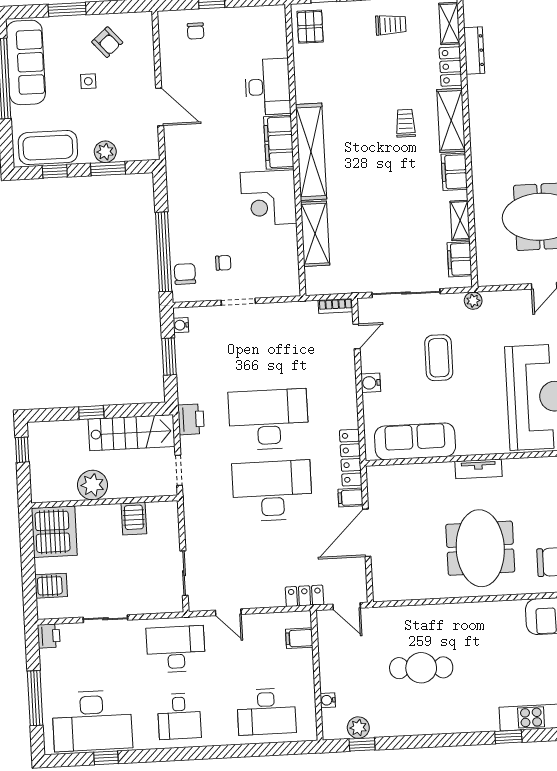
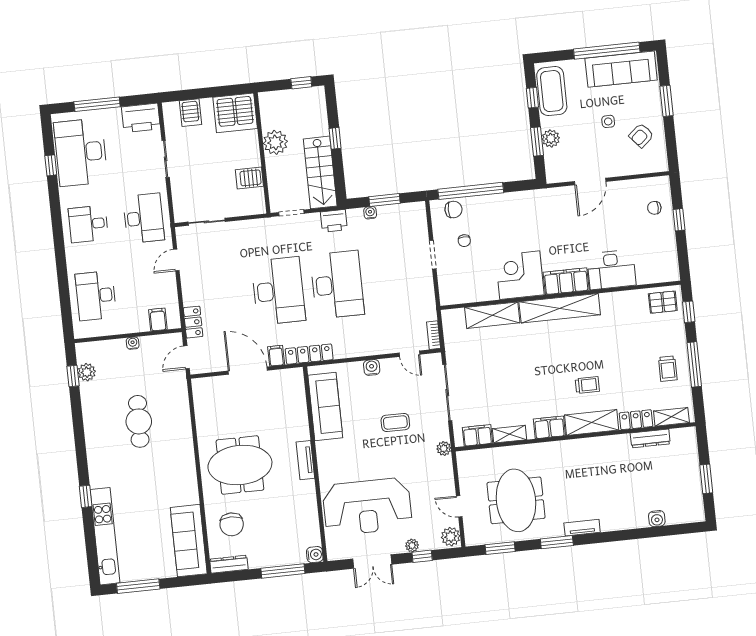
water cooler: (181, 325) -> (370, 213), moved
coffee table: (439, 358) -> (395, 423), width x0.73, depth x0.77
printer: (49, 636) -> (141, 118), width x1.87, depth x1.48
water cooler: (328, 700) -> (133, 343), moved

